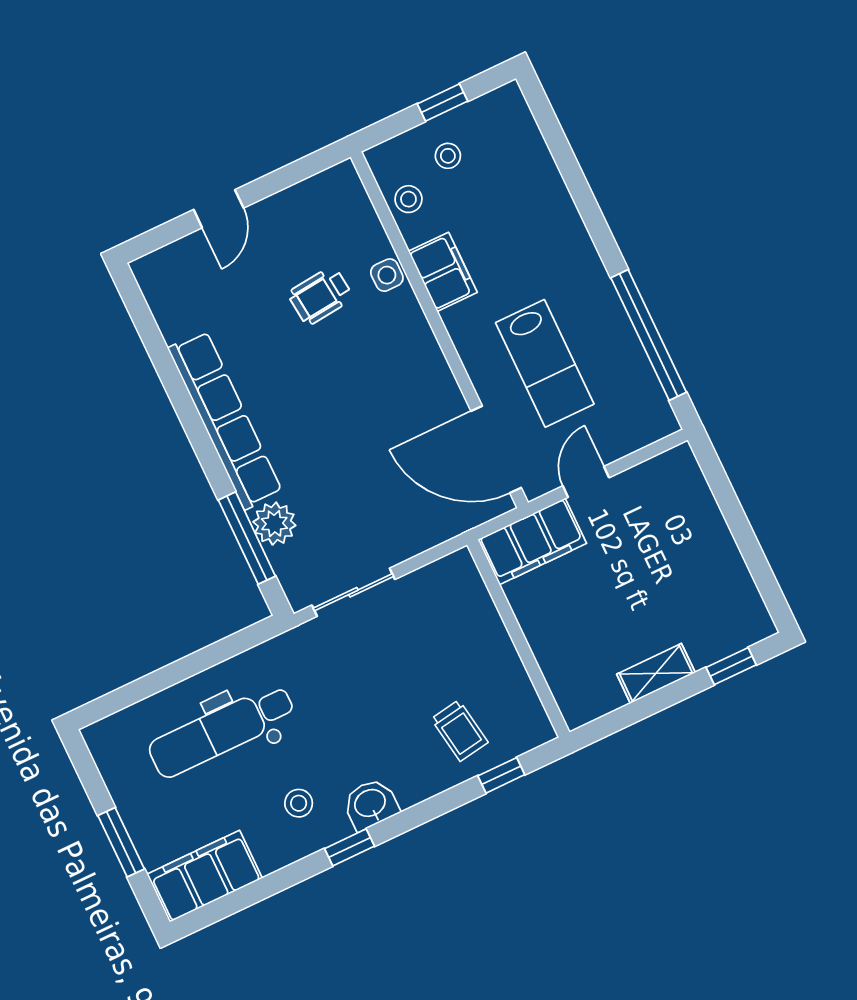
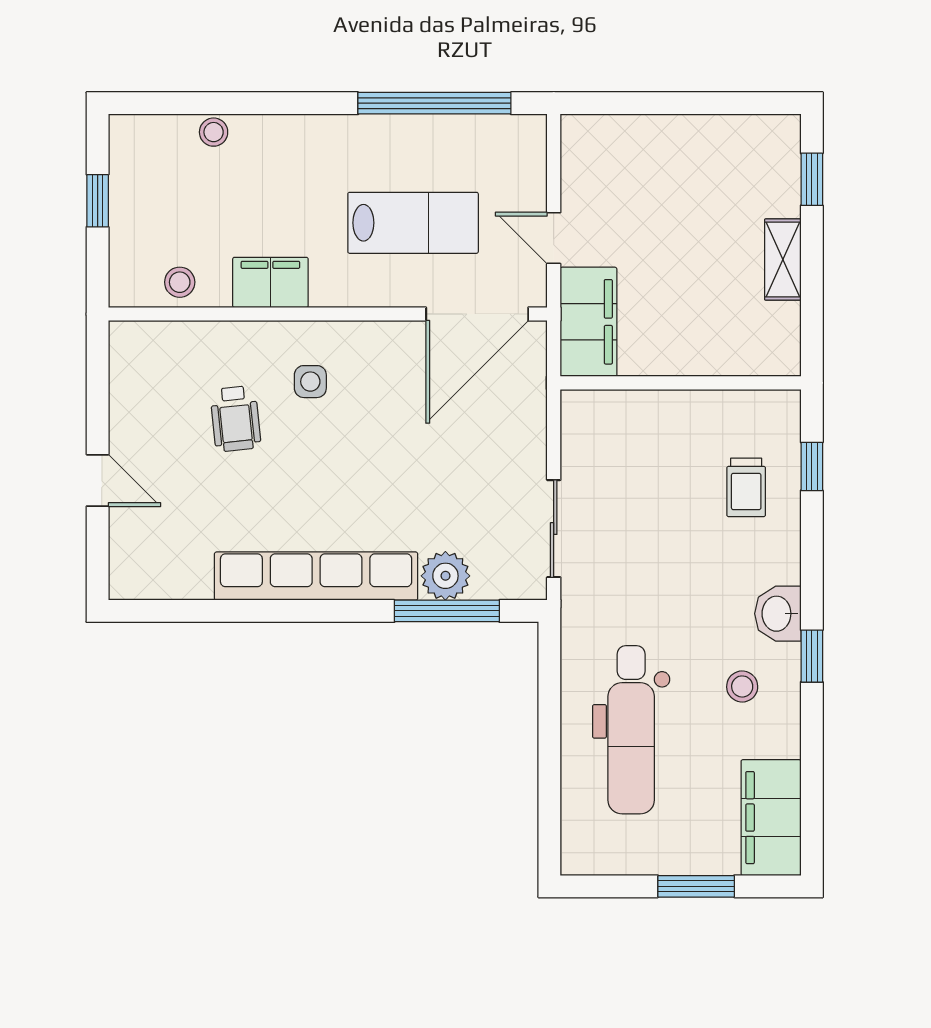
stool: (448, 156) -> (214, 132), moved
side table: (387, 275) -> (310, 382), moved
trolley: (460, 731) -> (746, 487), turned 99

